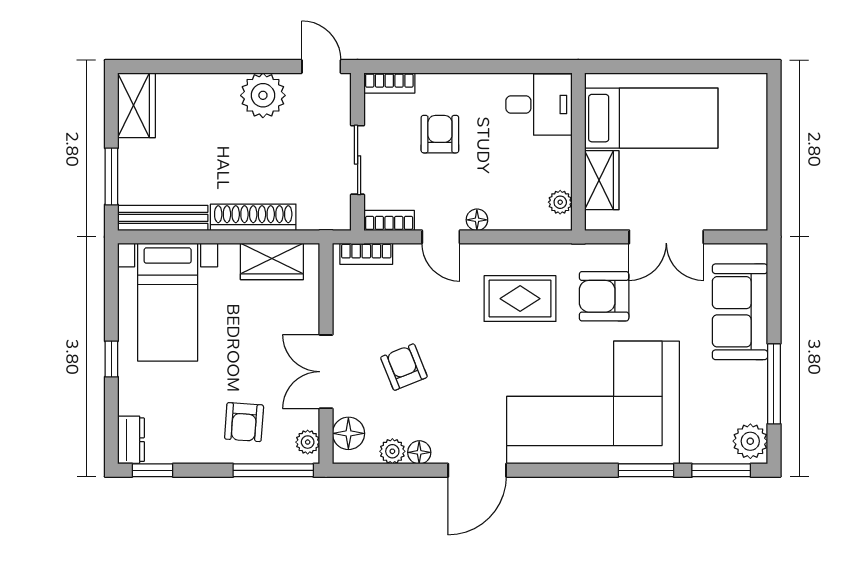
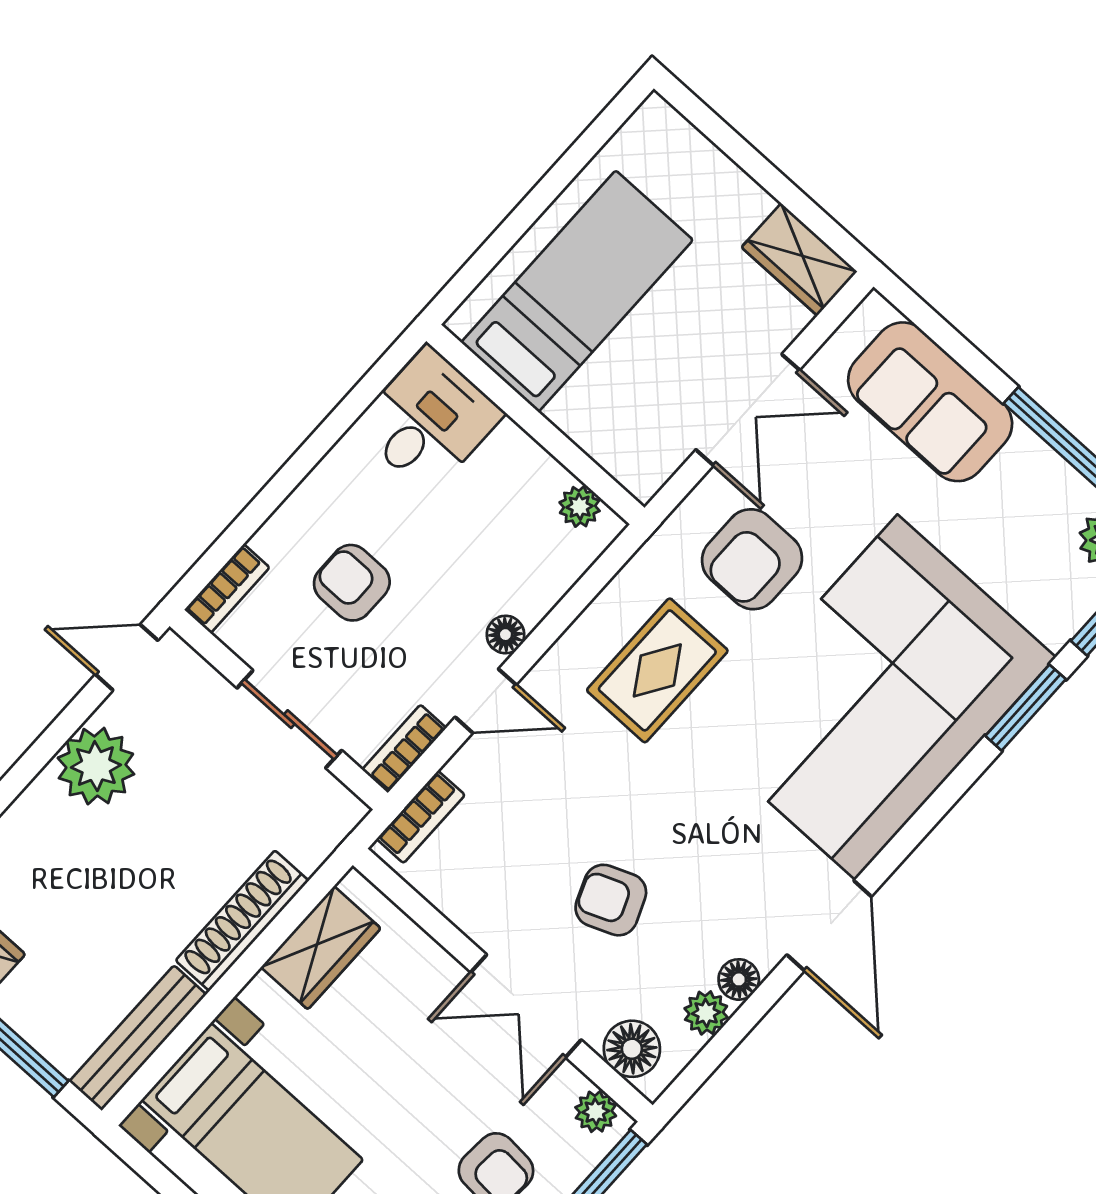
wardrobe: (602, 180) -> (799, 259), moved, turned 180

